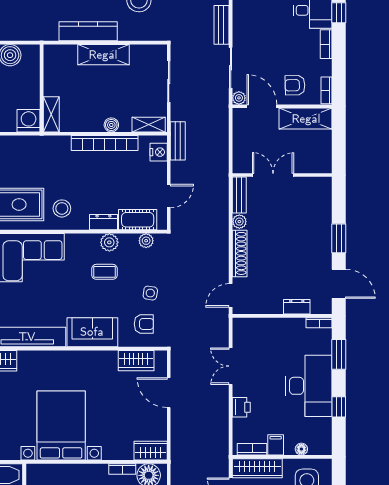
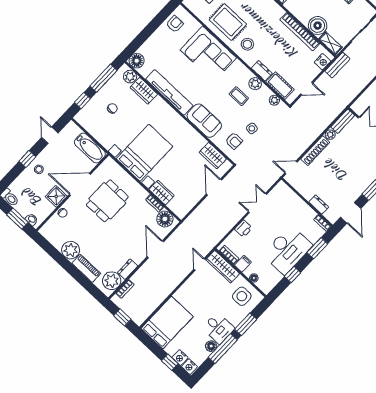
boiler: (111, 125) -> (318, 26), width x1.86, depth x1.86
wardrobe: (151, 451) -> (162, 193), moved

